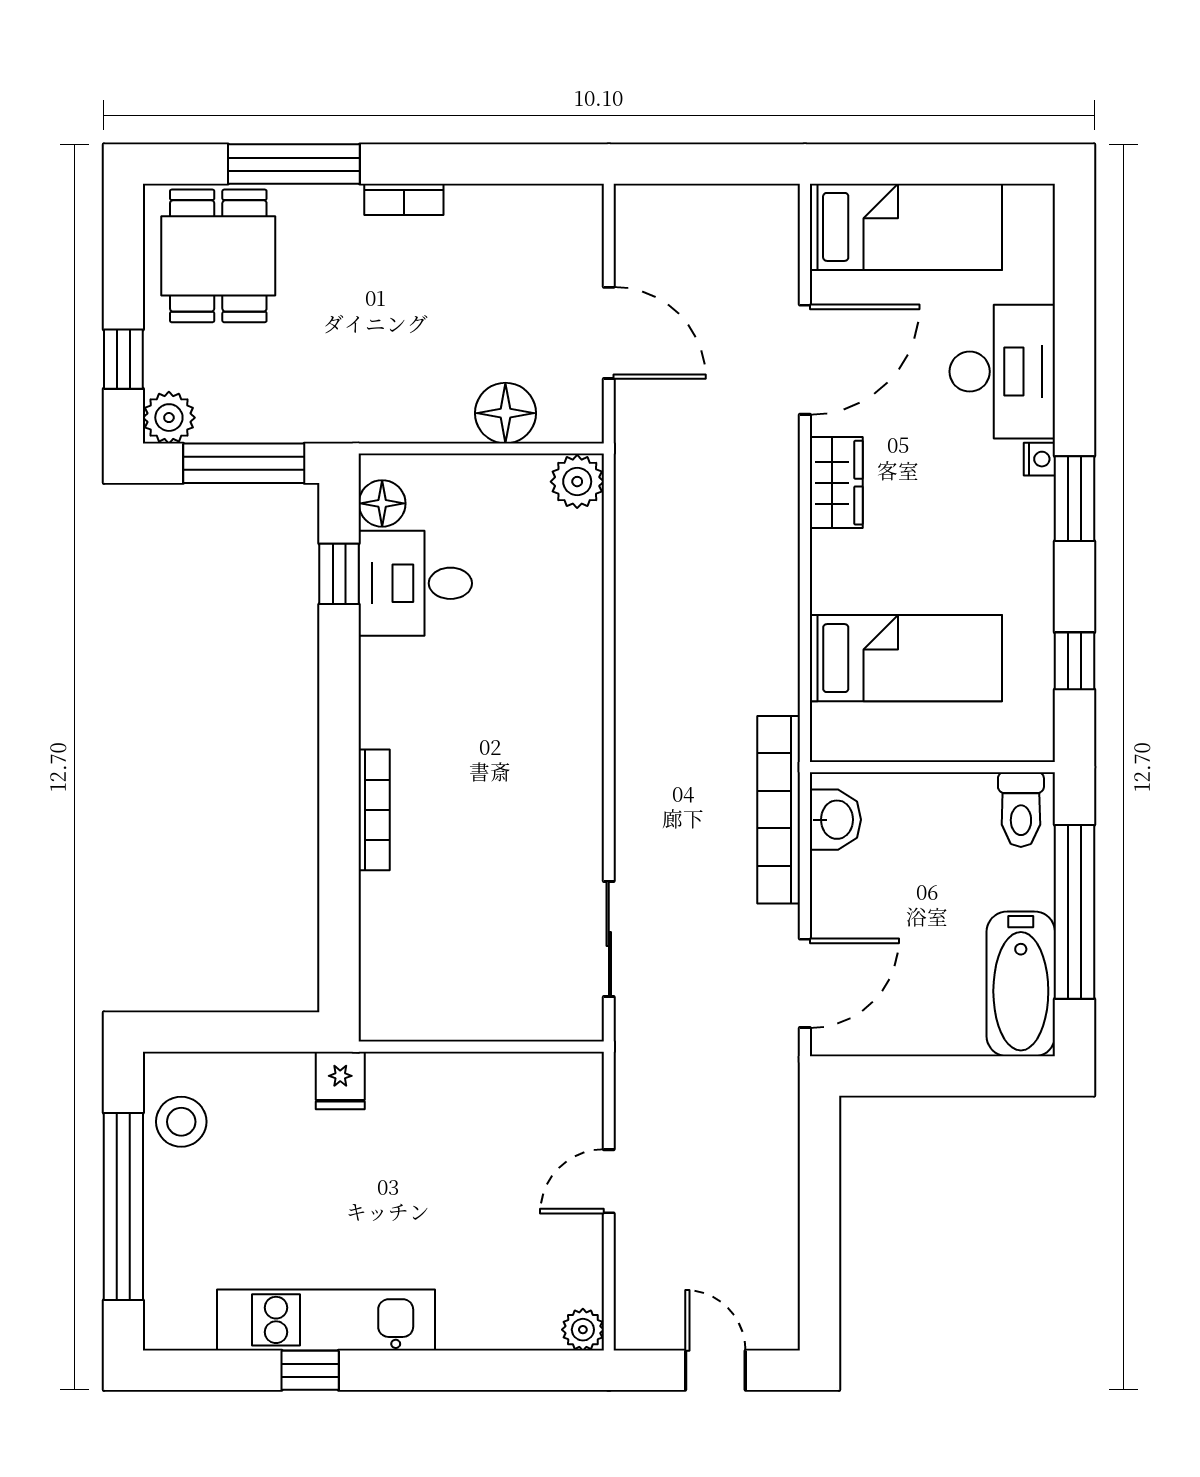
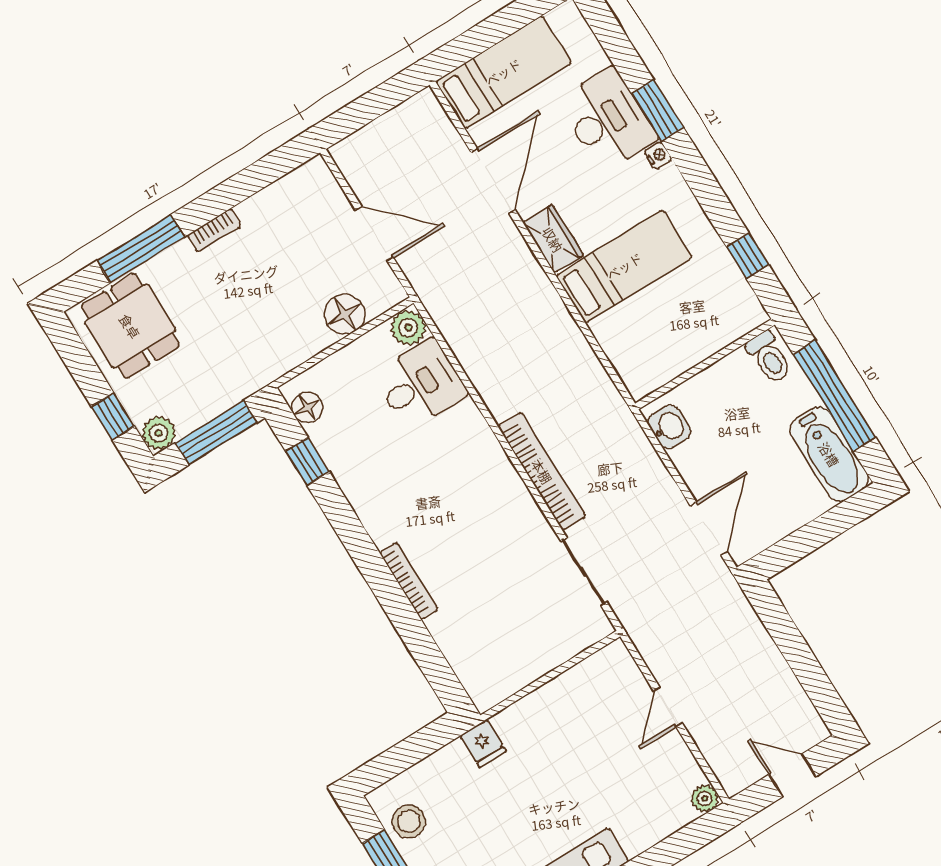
window: (1075, 499) -> (657, 111), moved
desk: (415, 583) -> (420, 384), moved, turned 180
bed: (906, 658) -> (624, 266), moved
bookcase: (779, 810) -> (542, 471), moved, turned 180

